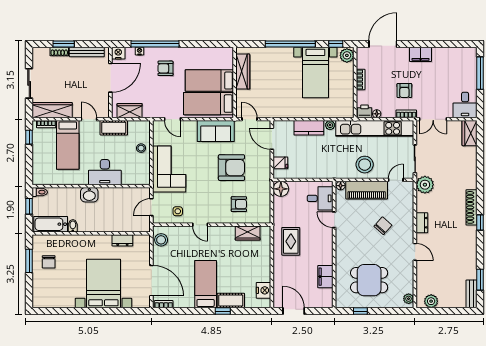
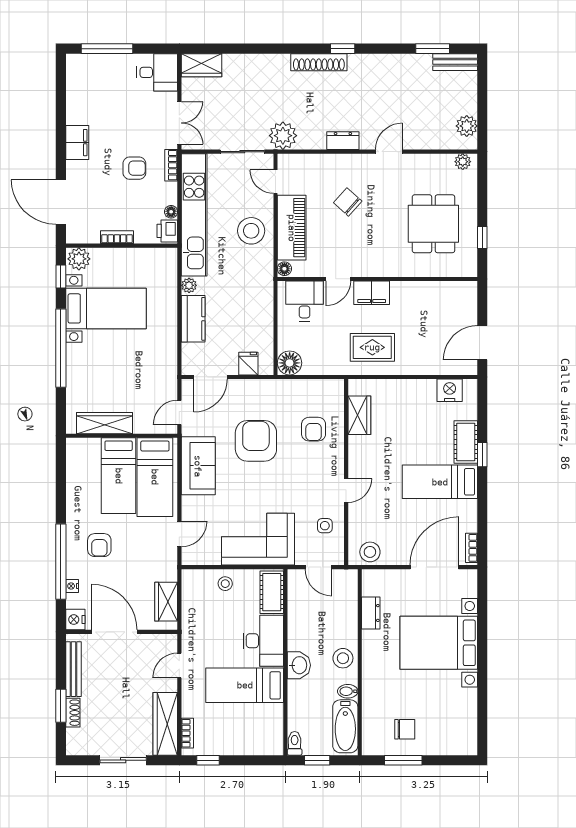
cot: (114, 128) -> (272, 592), moved
bed: (68, 145) -> (245, 685), moved, turned 180
armchair: (239, 204) -> (314, 429), turned 180
stool: (94, 223) -> (343, 658), added
filing cabinet: (325, 277) -> (372, 293), moved

